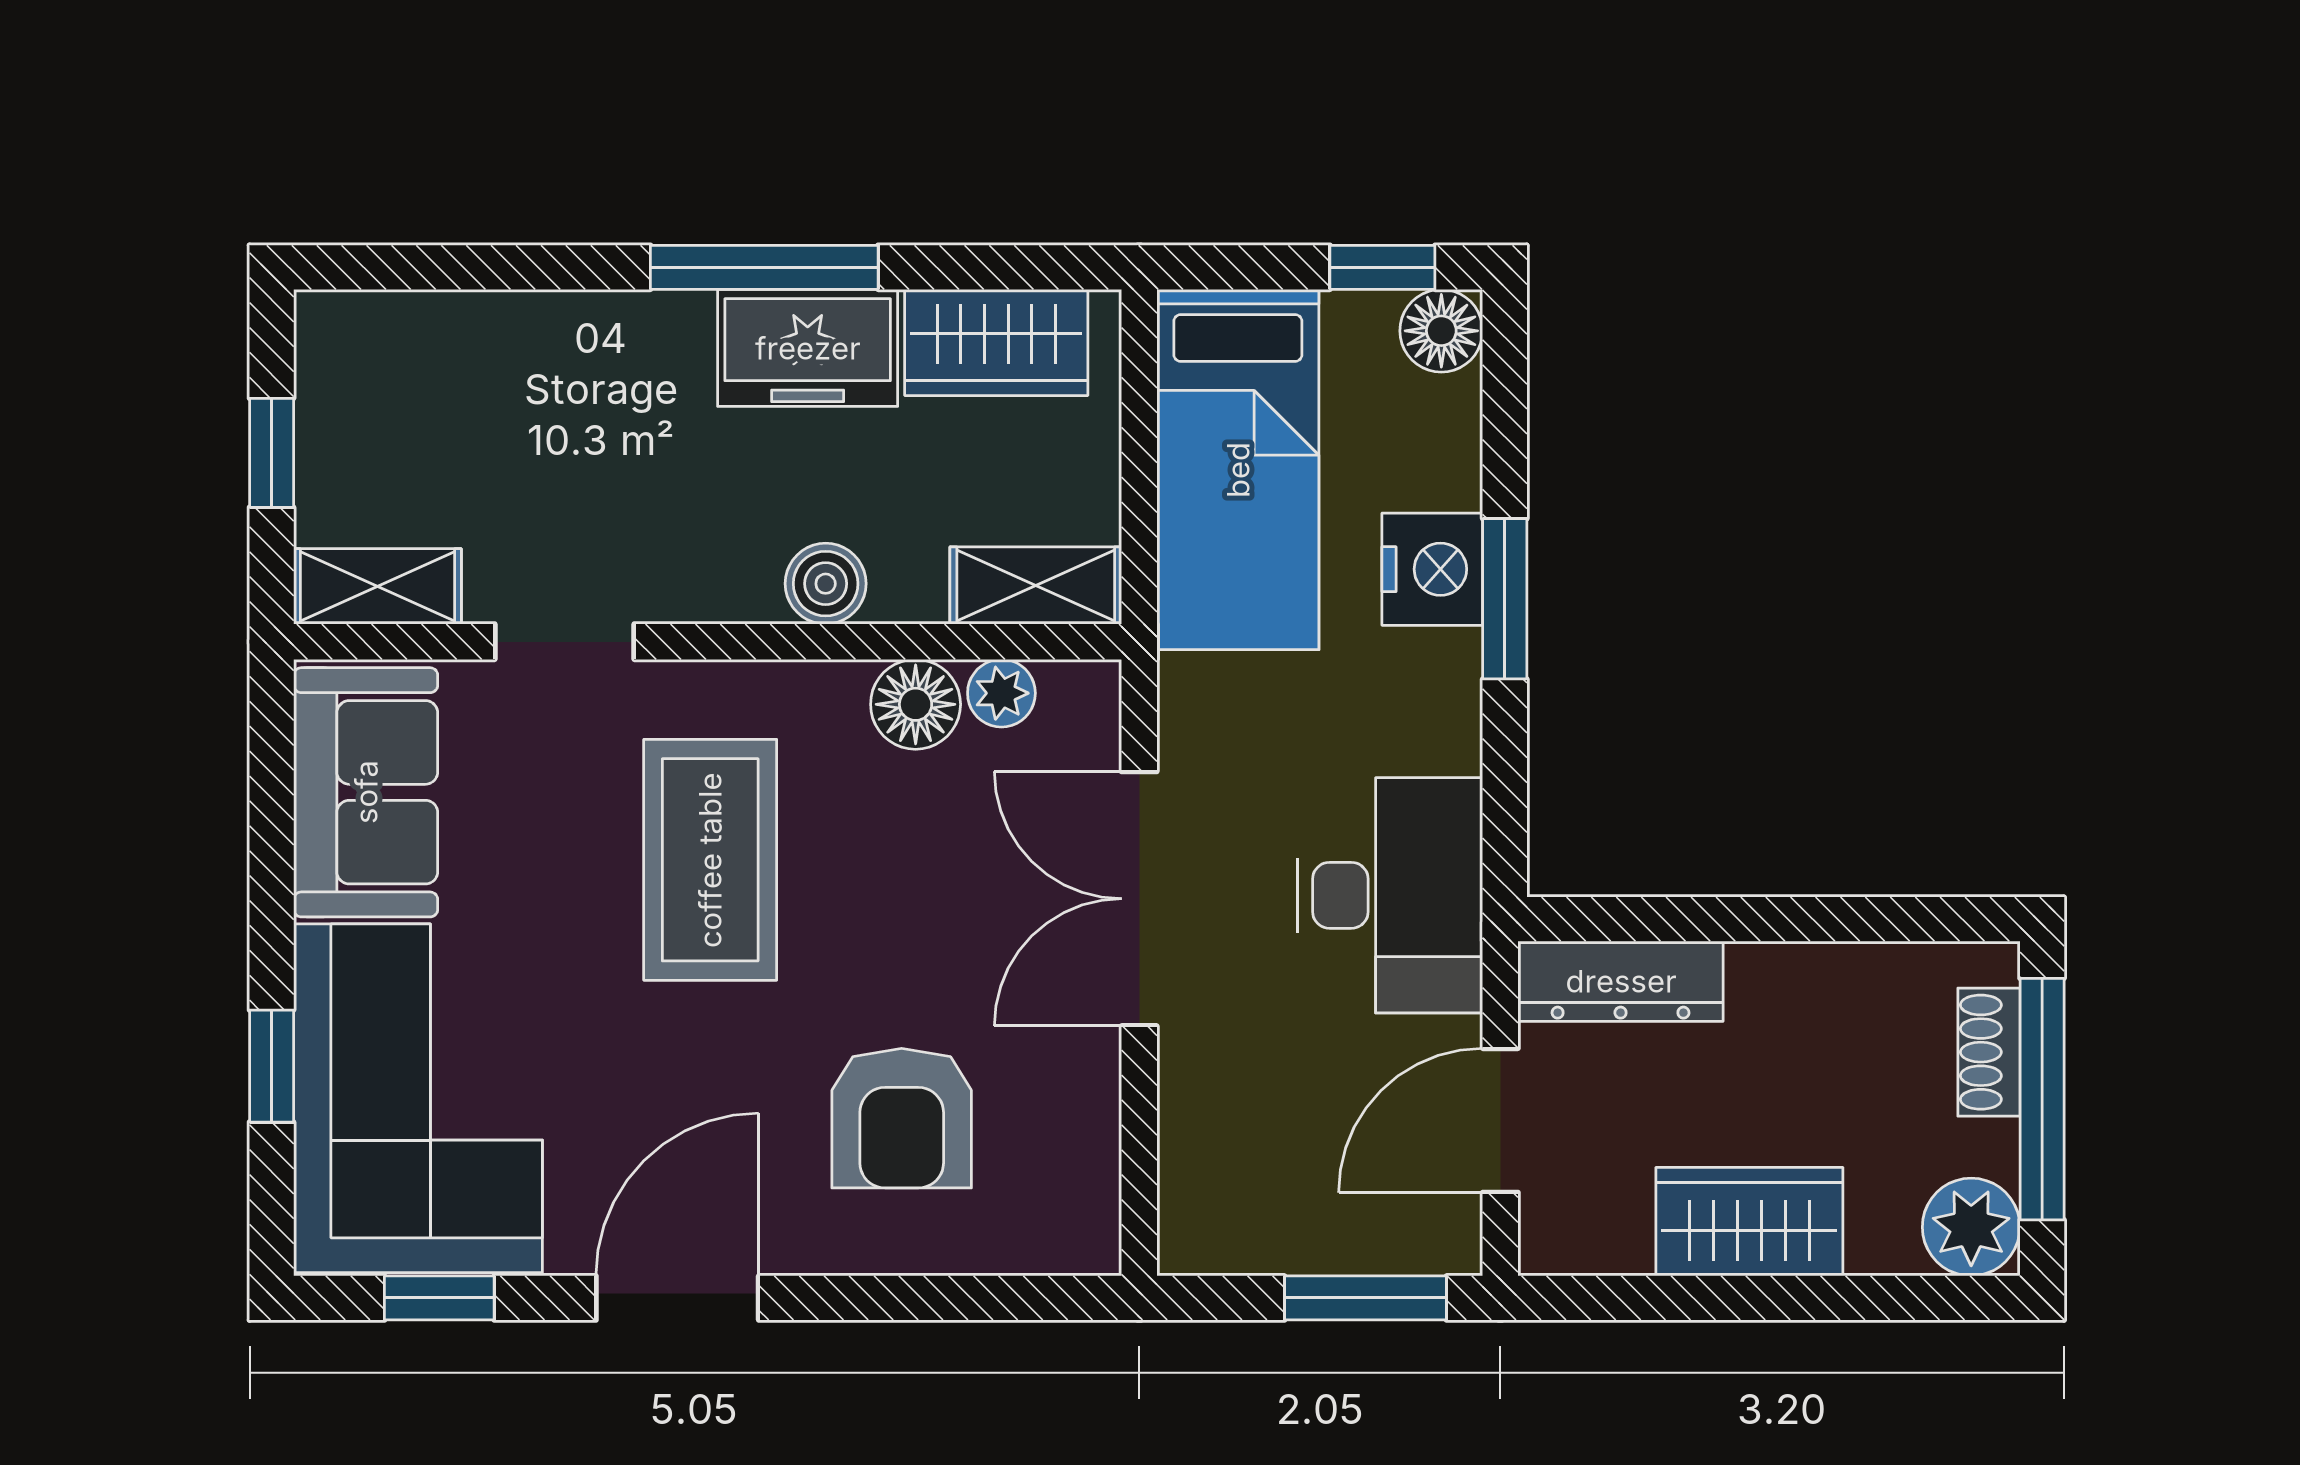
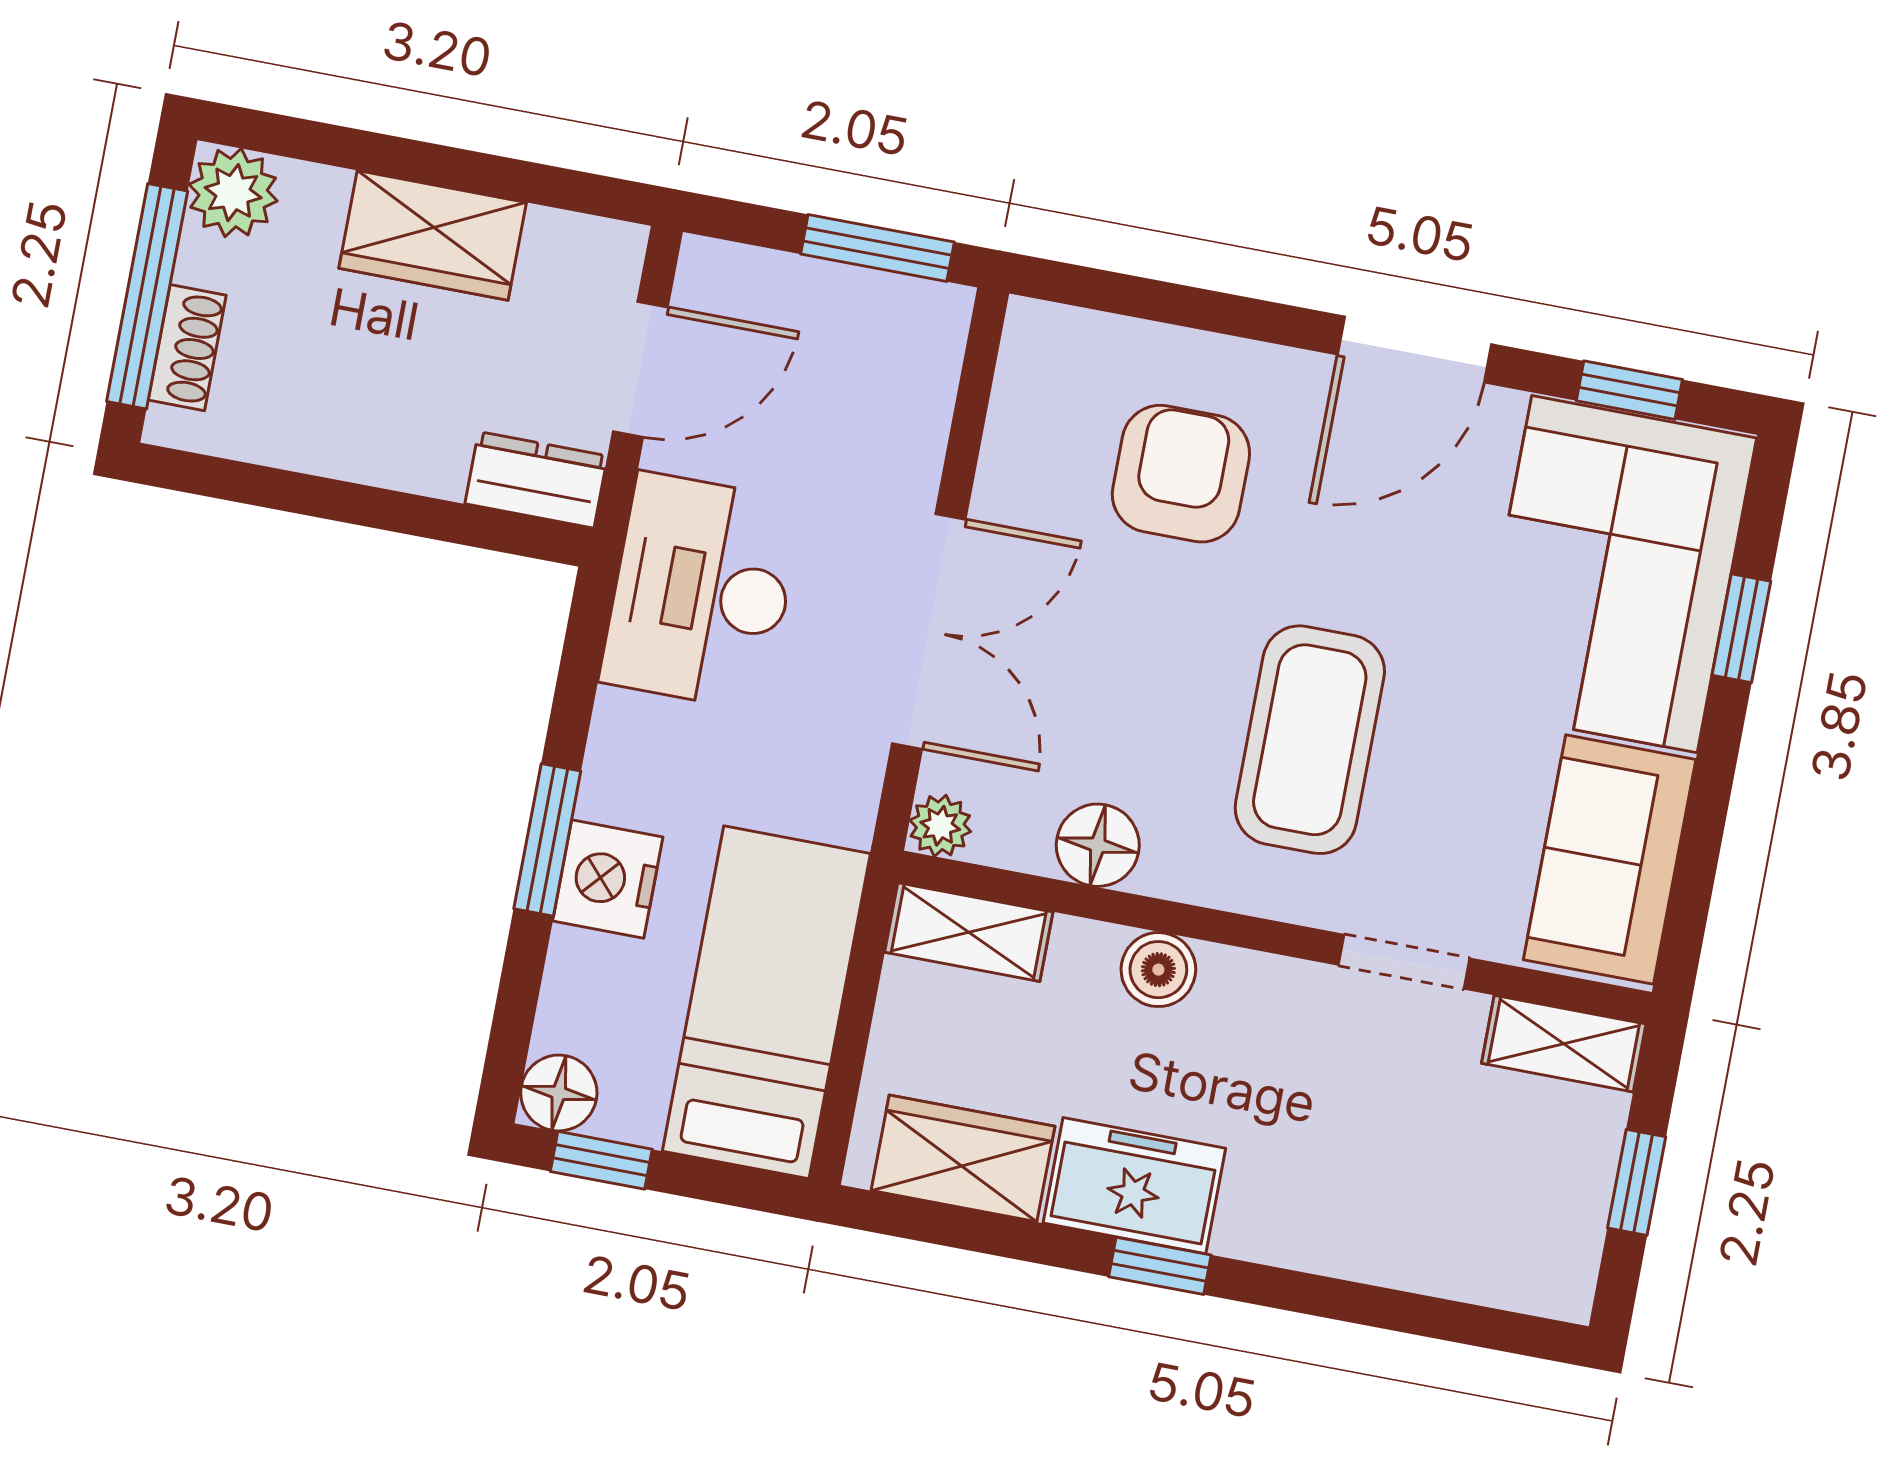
window: (764, 267) -> (1160, 1266), width x0.46
plant: (1001, 693) -> (940, 826), moved
dresser: (1621, 981) -> (536, 480), width x0.70
window: (1366, 1298) -> (877, 248), moved

